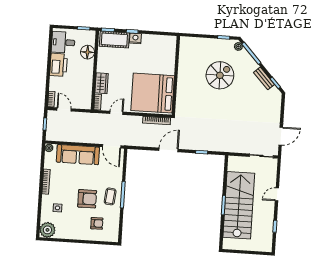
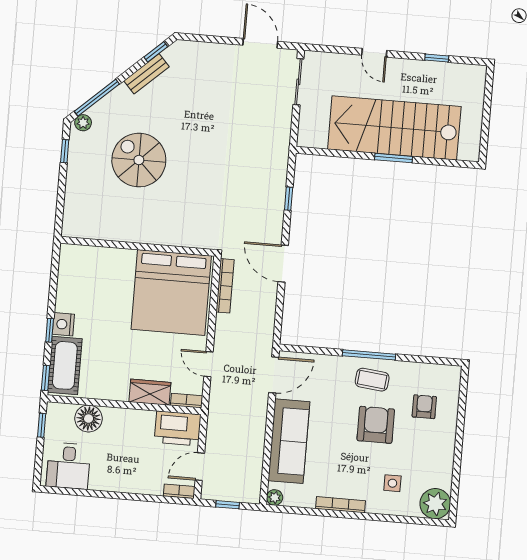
printer: (59, 65) -> (178, 428), moved, turned 180

